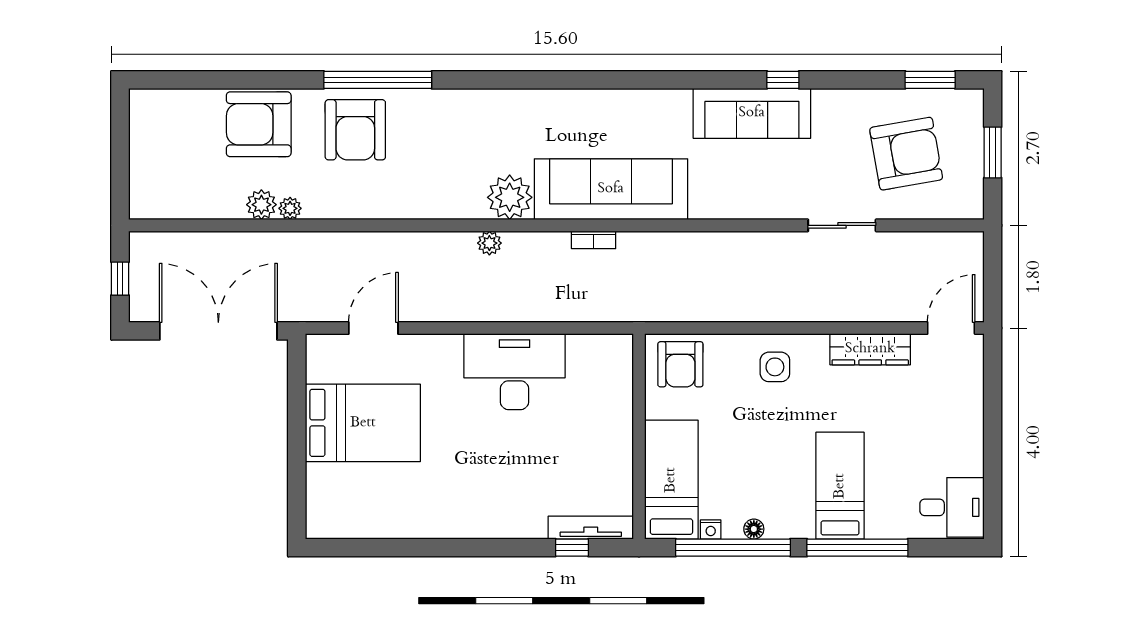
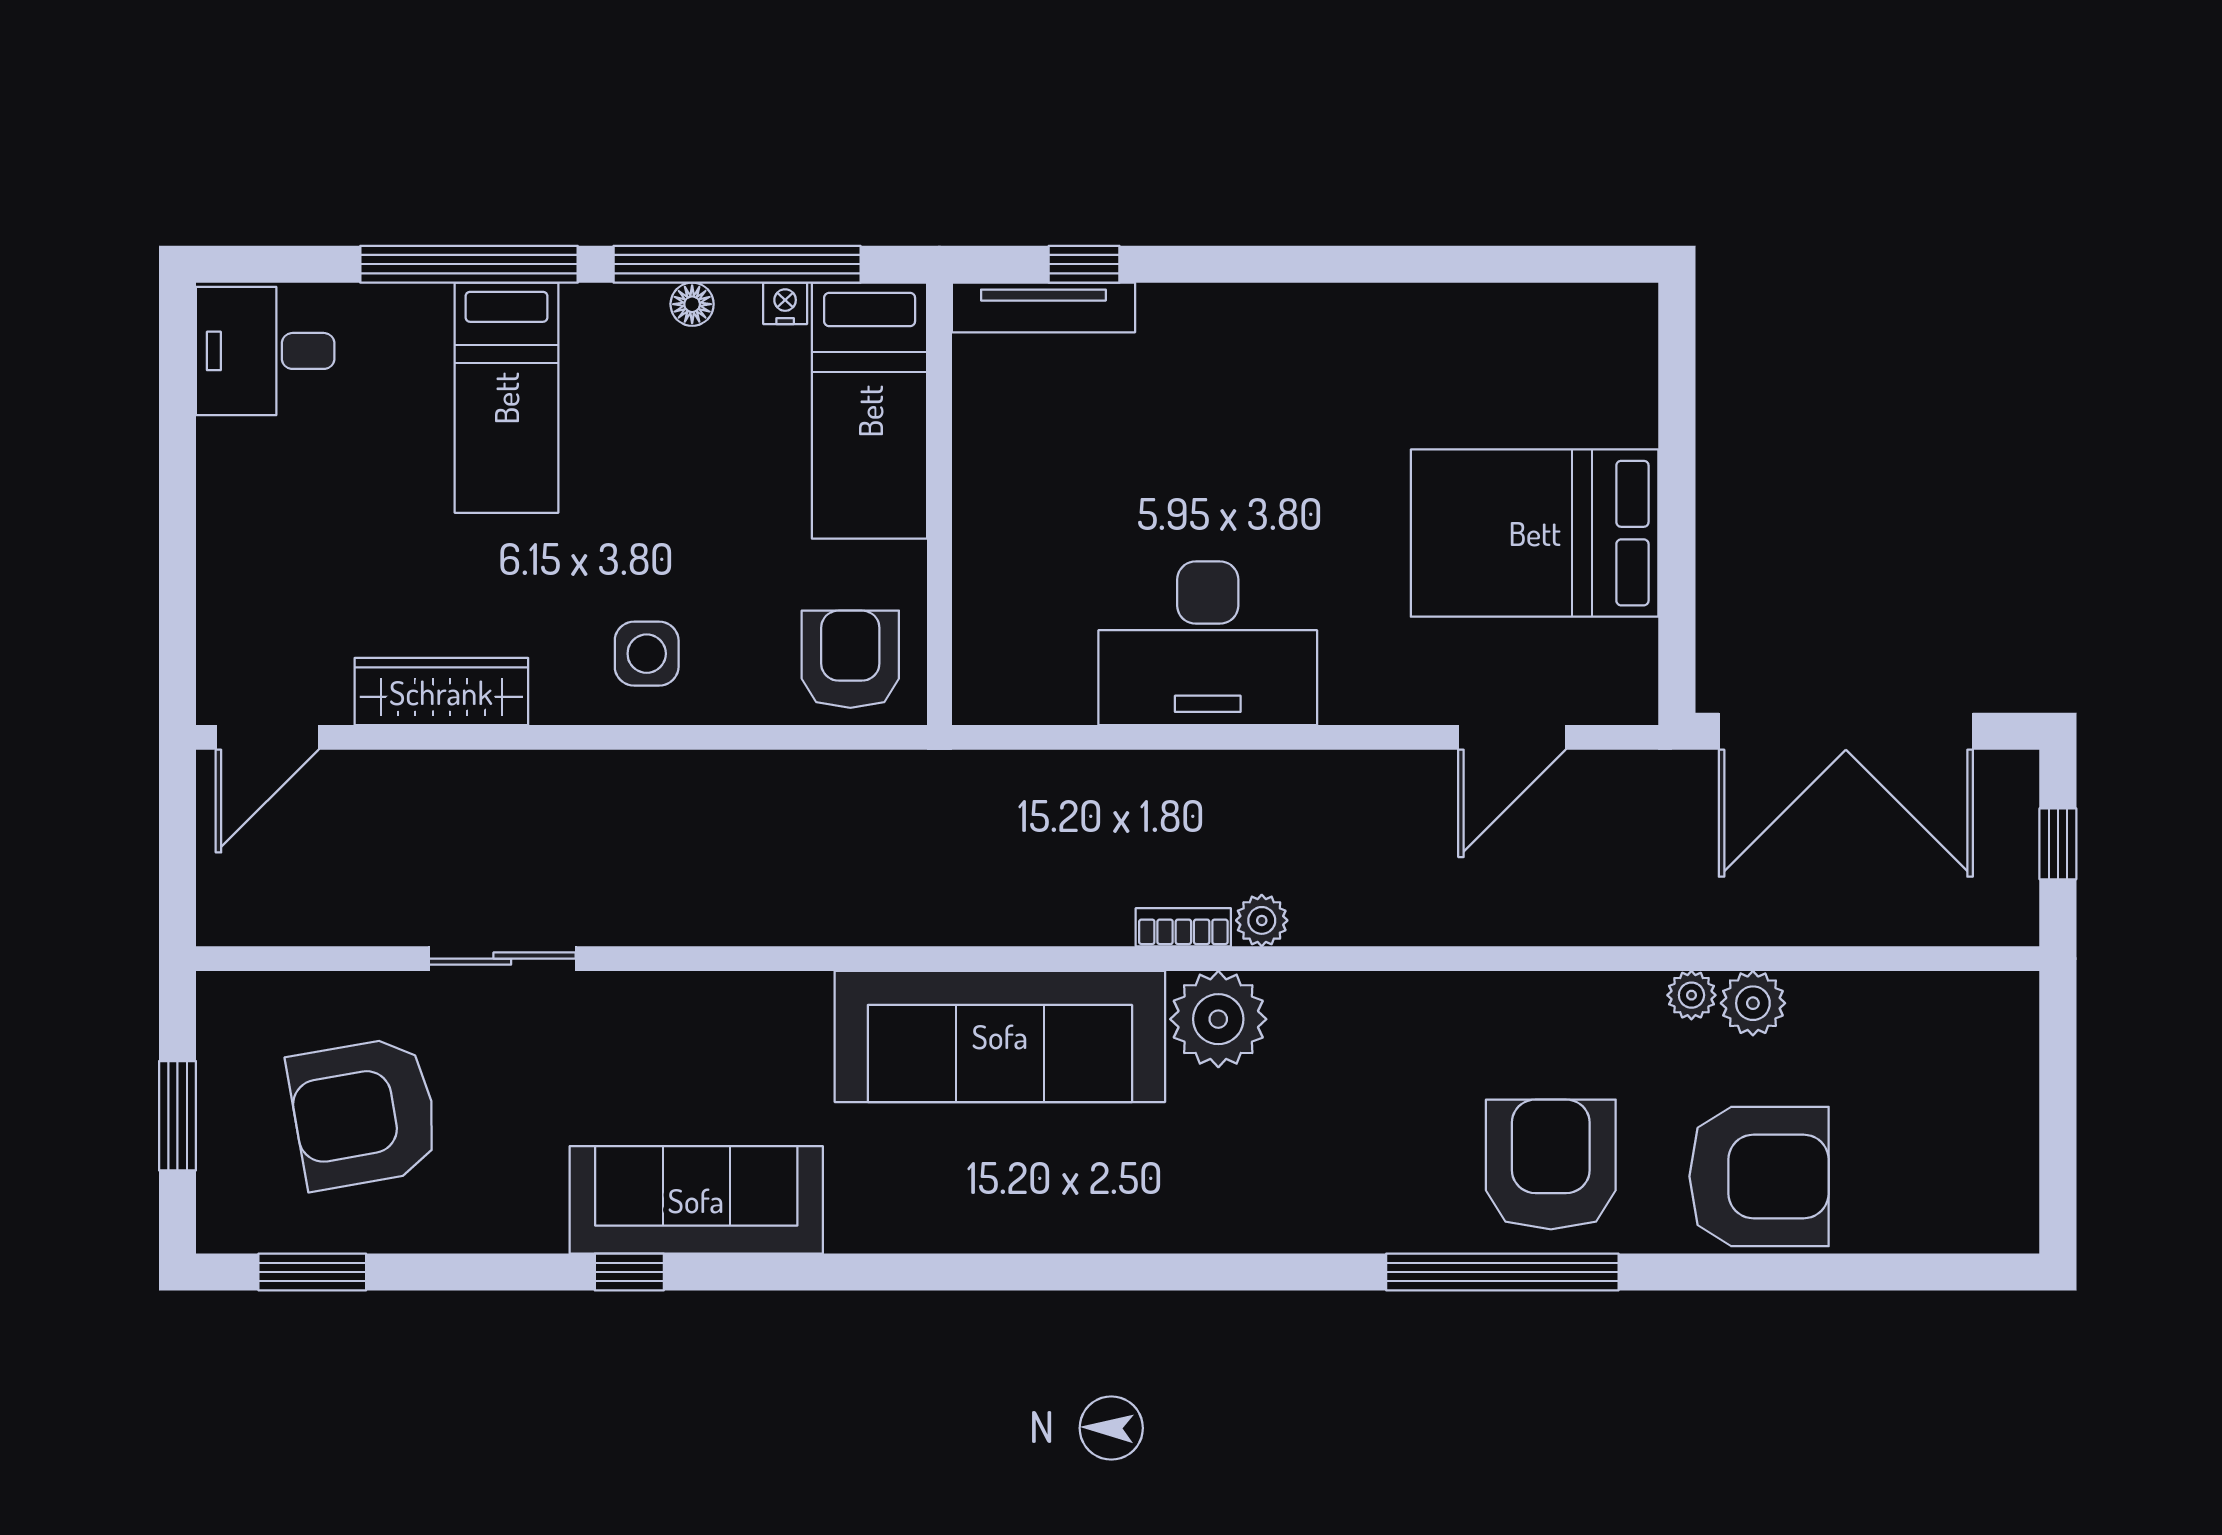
bookcase: (594, 240) -> (1183, 927), moved

